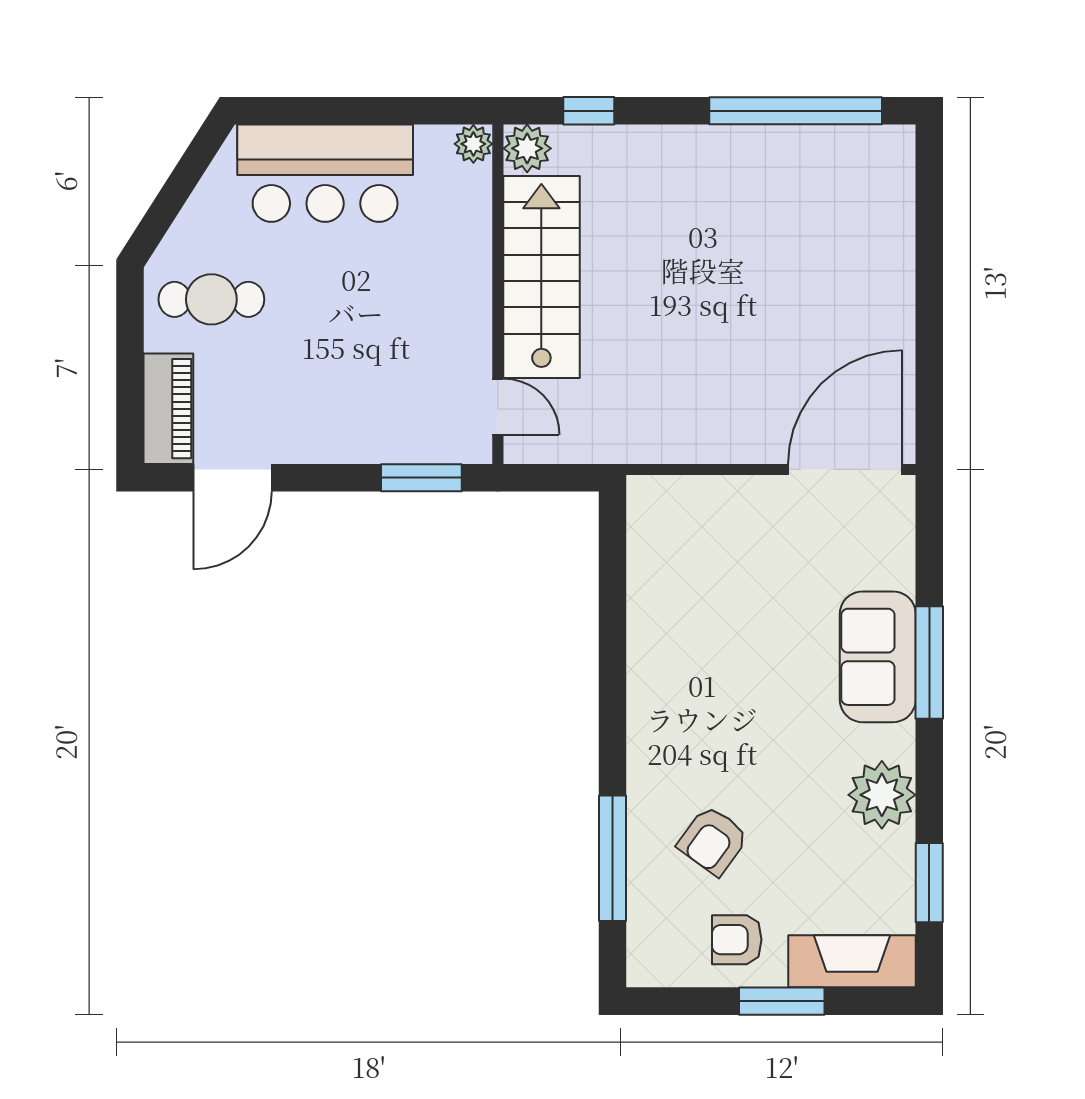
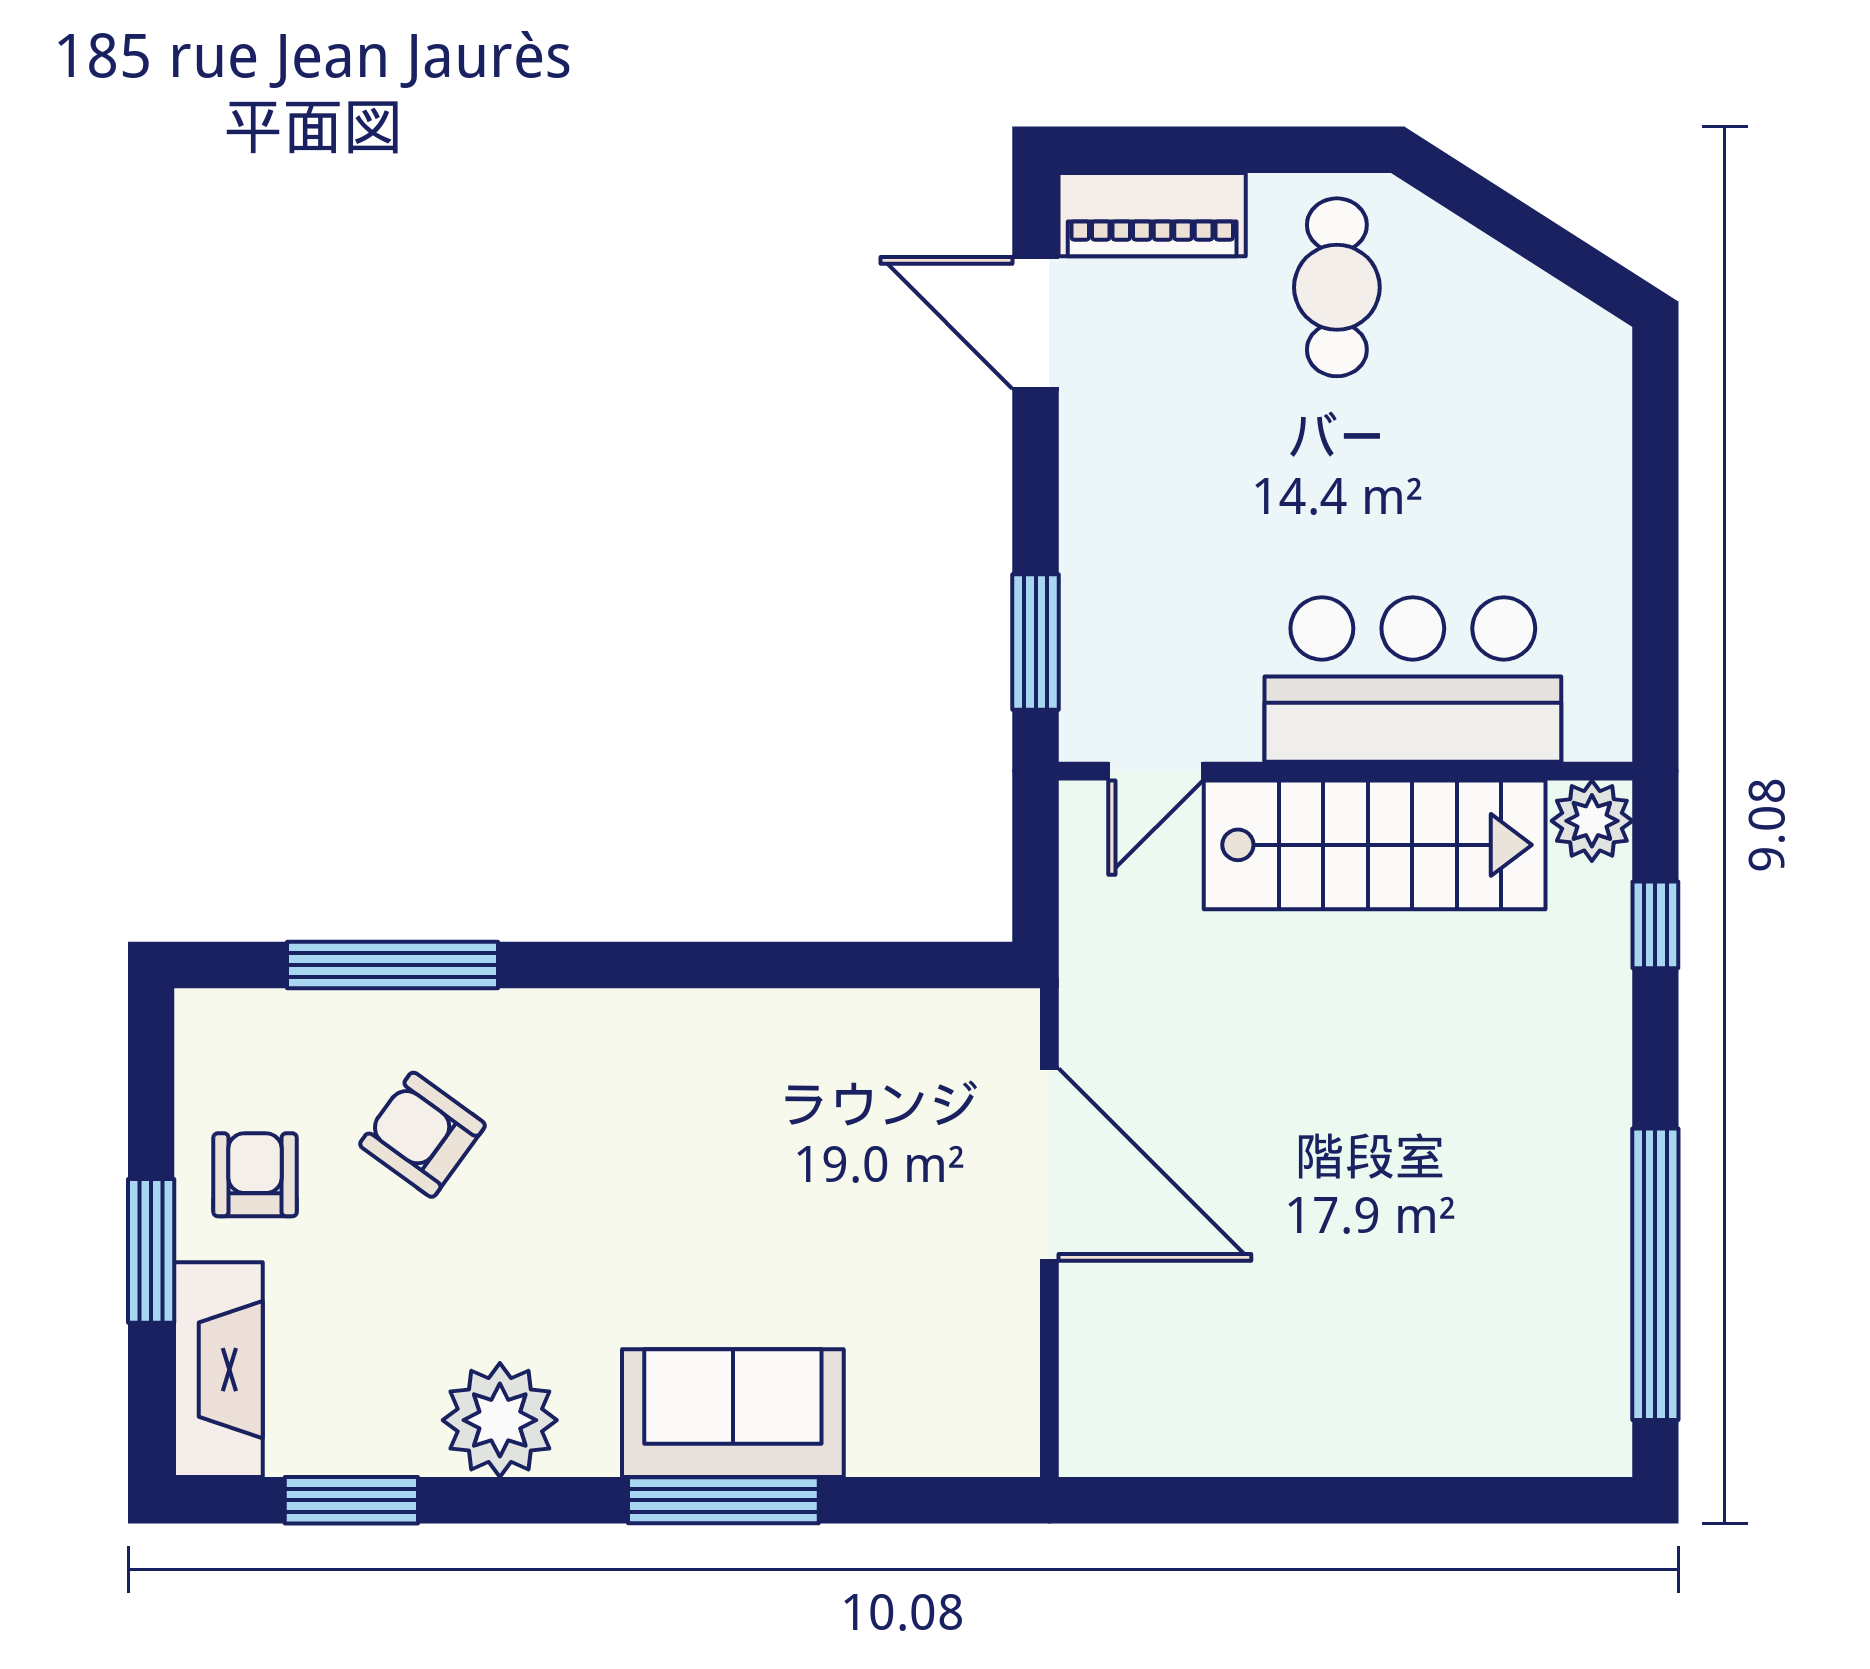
plant: (473, 144) -> (1599, 730), removed
bar counter: (325, 173) -> (1413, 680), moved, turned 90
door: (845, 469) -> (1049, 1165), moved

